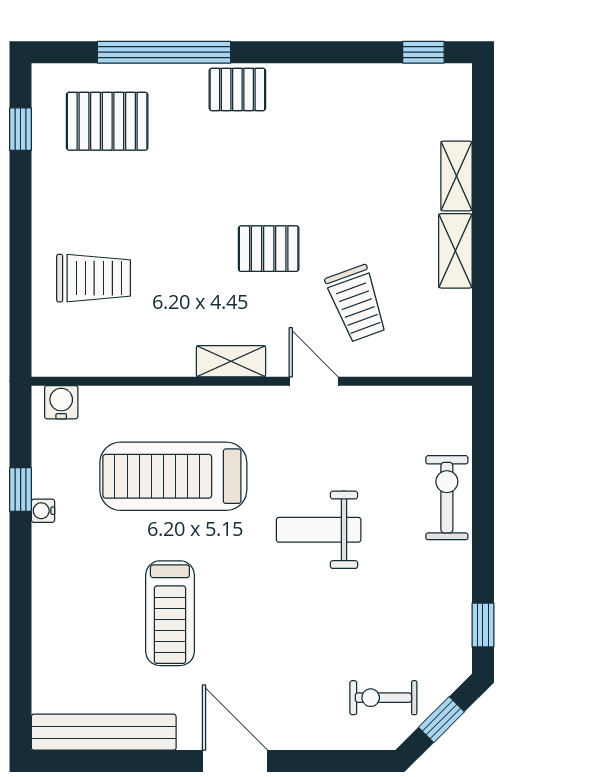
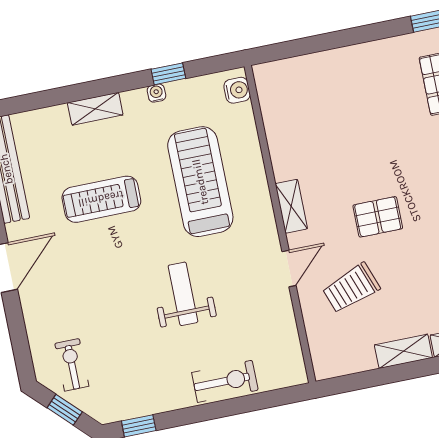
pallet: (269, 249) -> (378, 217), turned 90
trolley: (94, 278) -> (331, 95), removed
shelving: (47, 597) -> (95, 109), added

